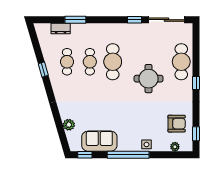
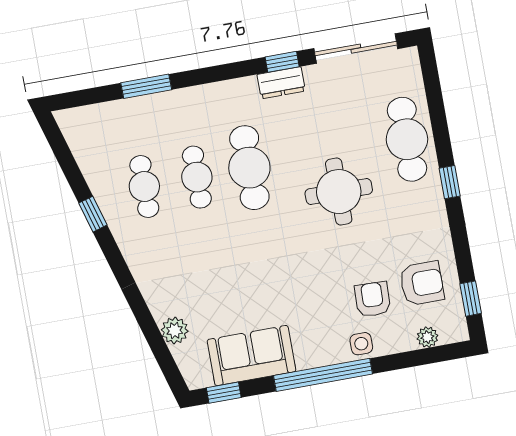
dresser: (61, 28) -> (281, 83), moved
armchair: (155, 127) -> (373, 299), added

